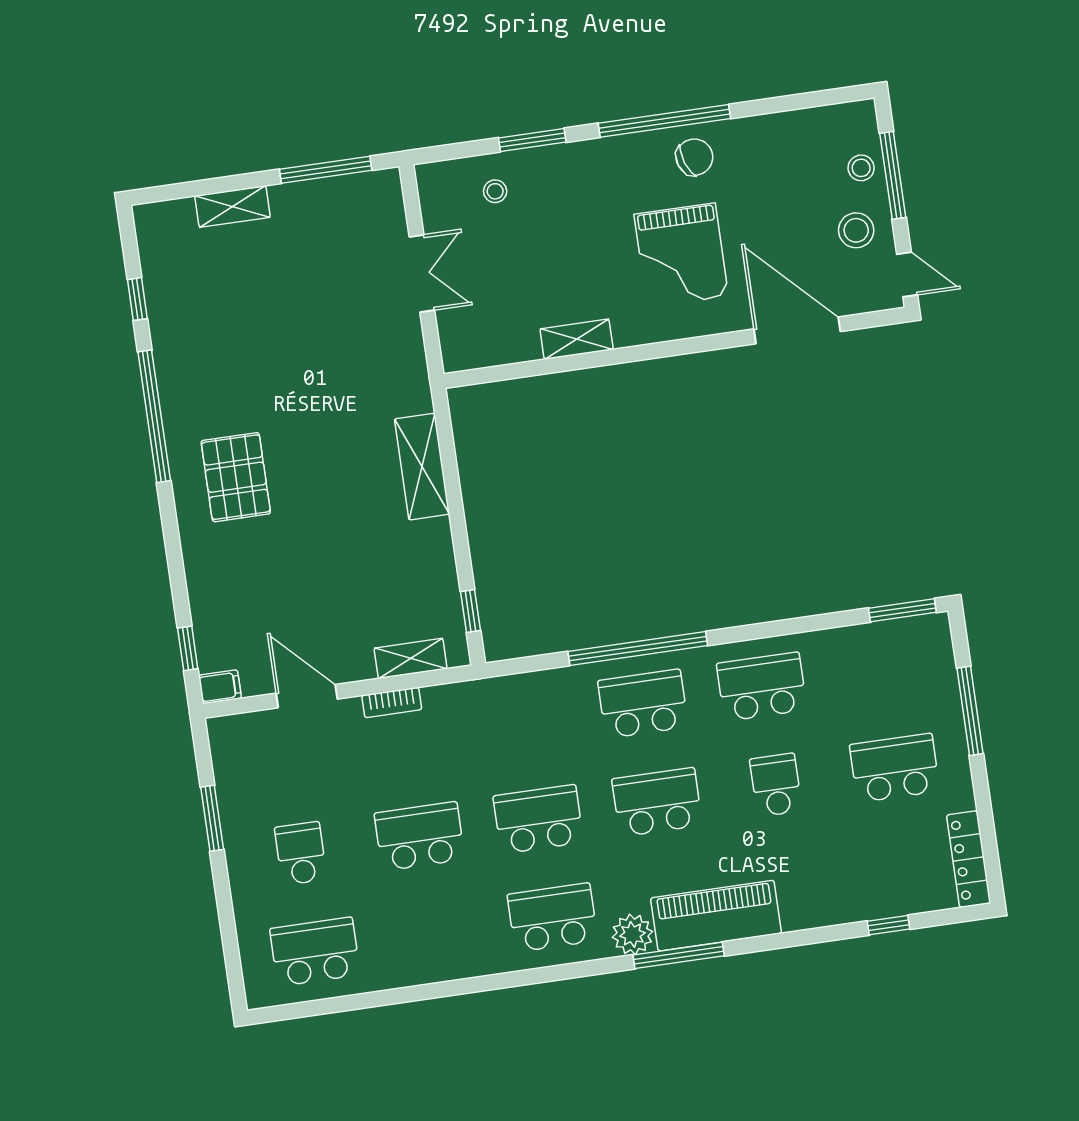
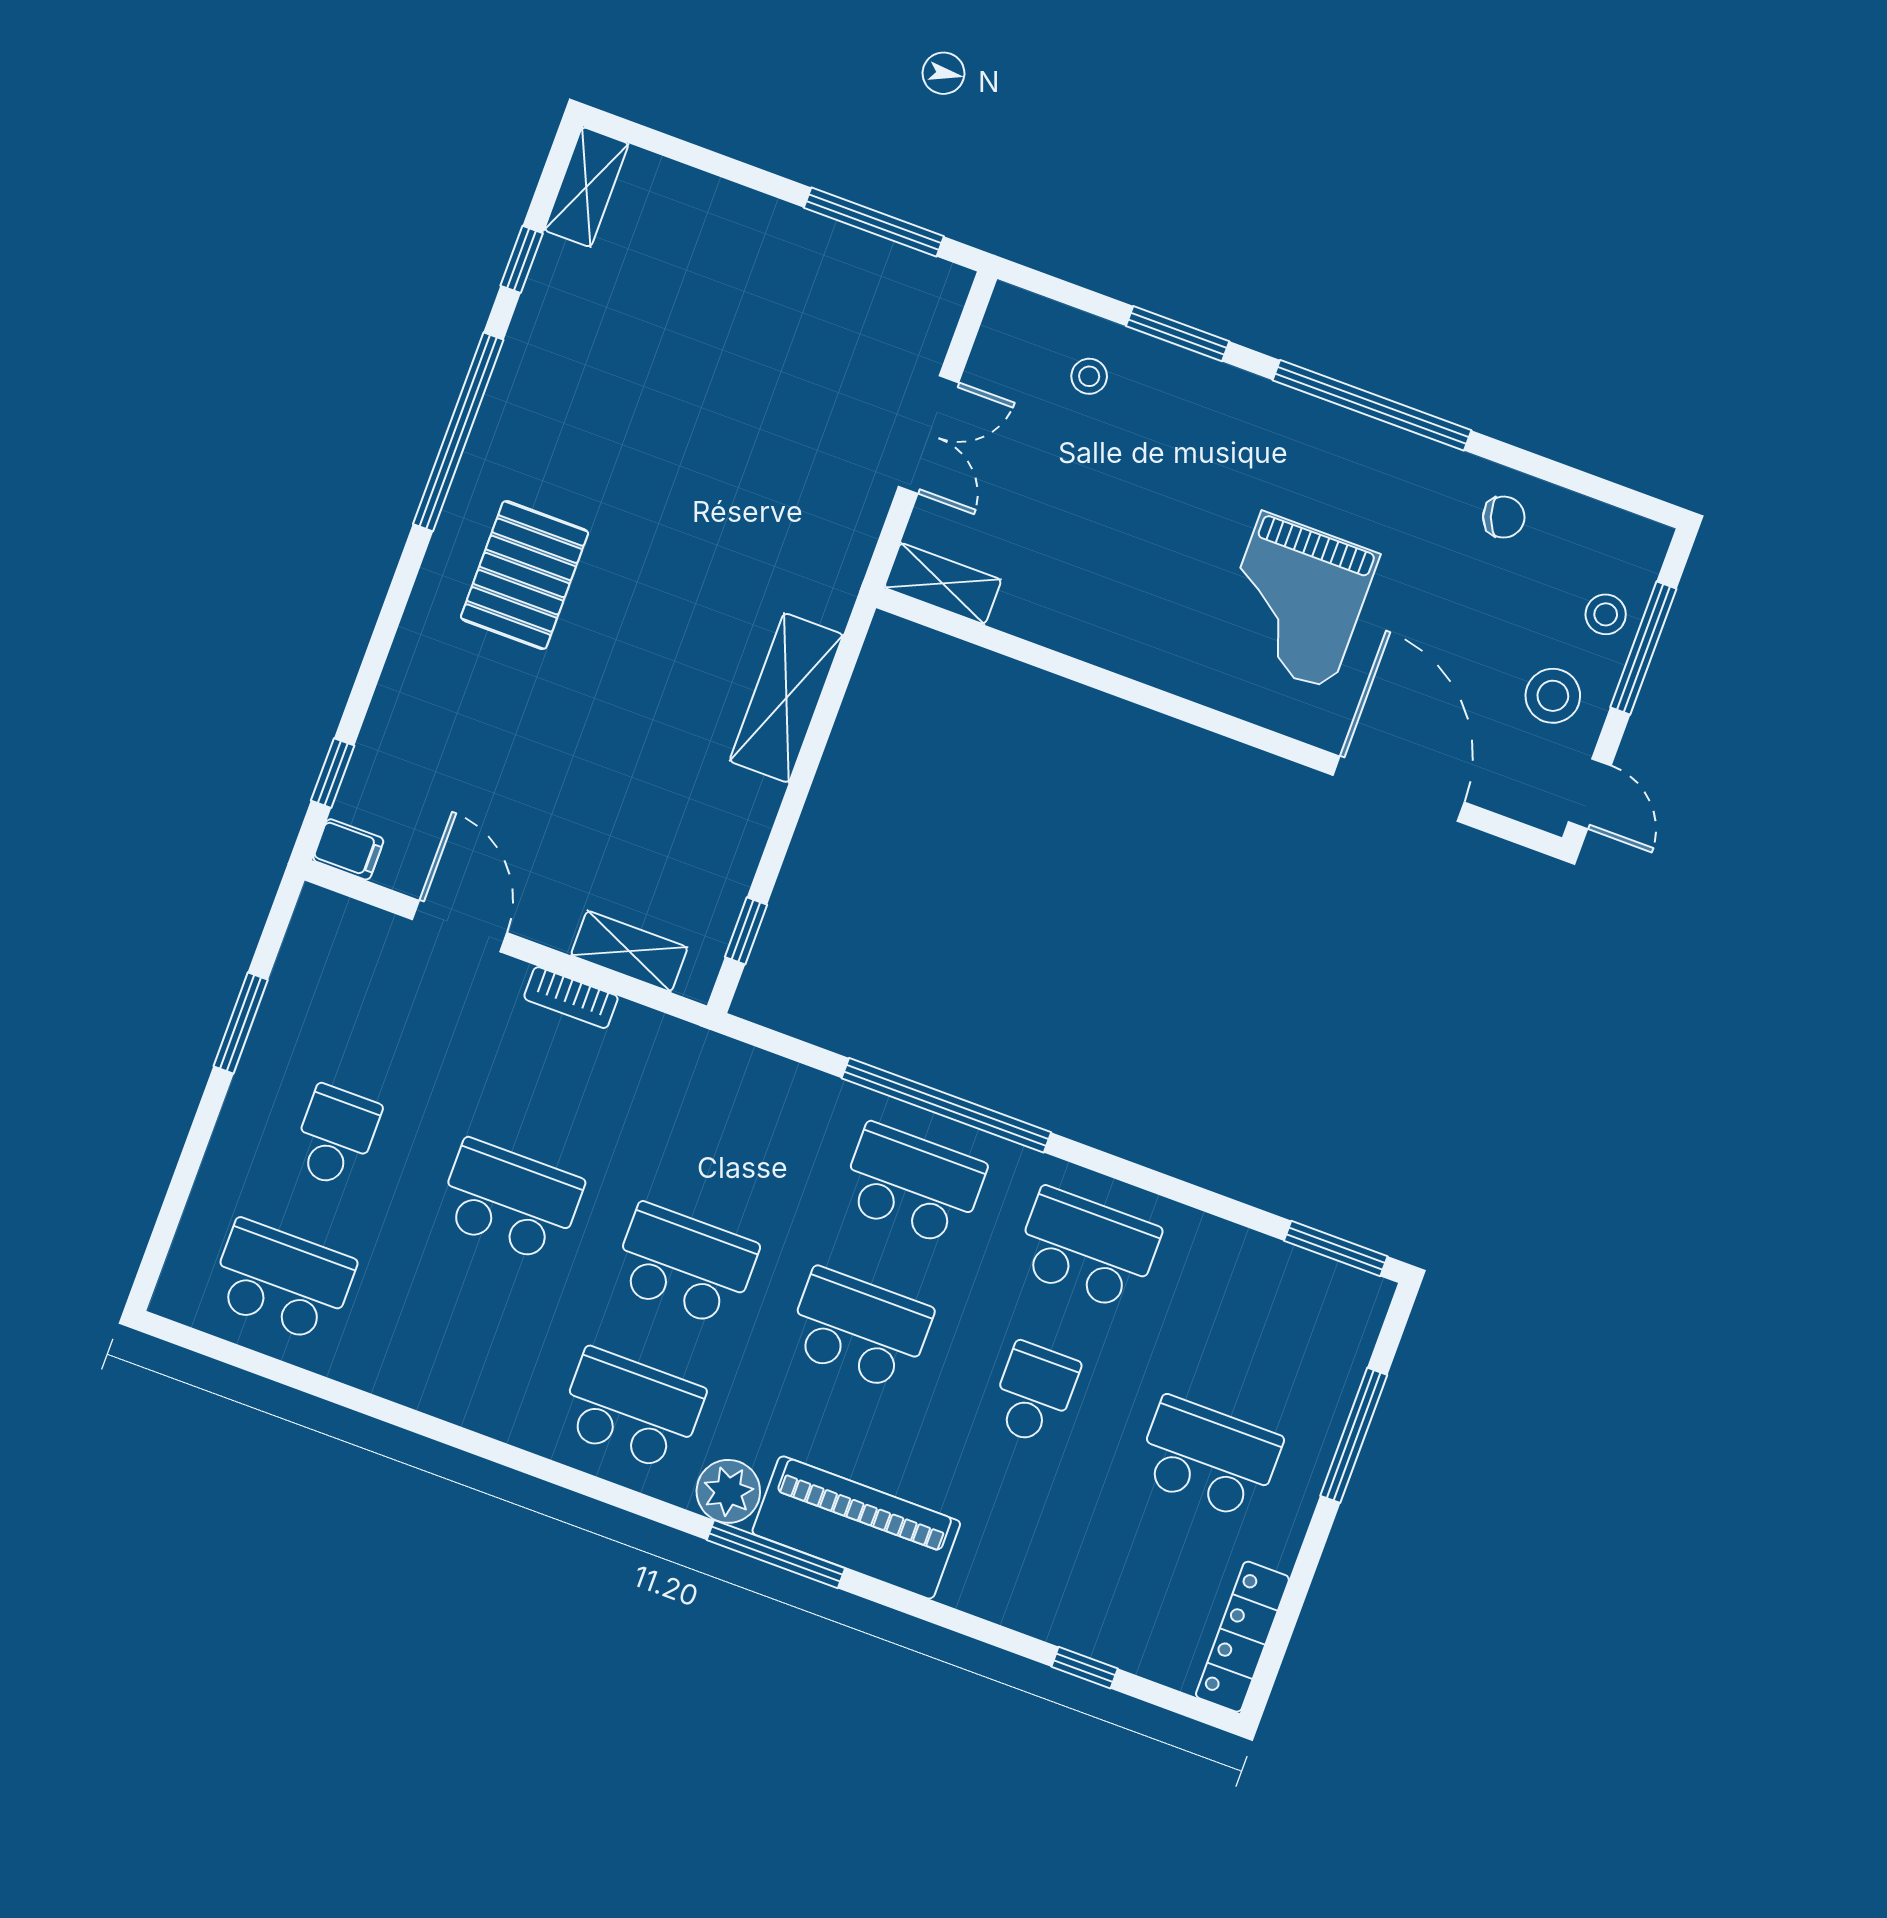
chair: (694, 157) -> (1504, 517), moved, width x0.73, depth x0.73
shelving: (232, 207) -> (586, 187), moved, turned 90
shelving: (577, 339) -> (943, 584), moved

